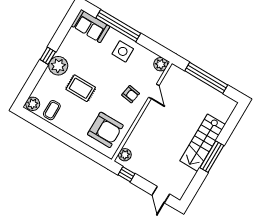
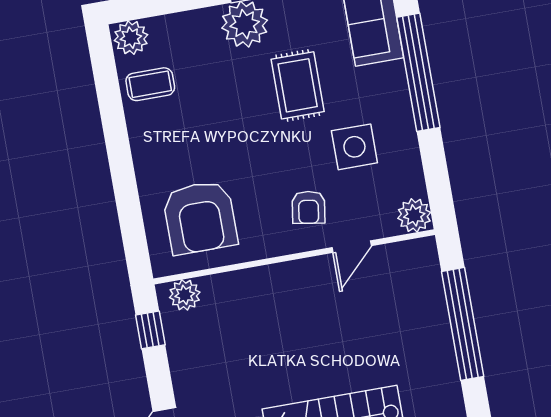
side table: (123, 51) -> (354, 147), moved
rug: (81, 88) -> (298, 85), moved

